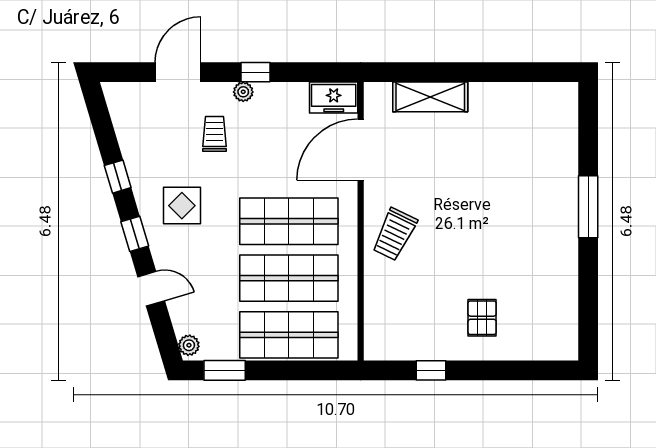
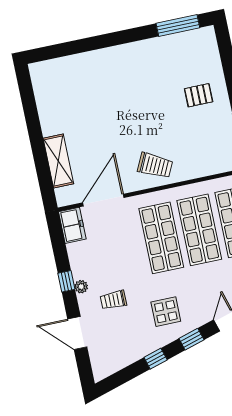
door: (361, 150) -> (103, 200), swing flipped
window: (588, 207) -> (178, 26), moved

